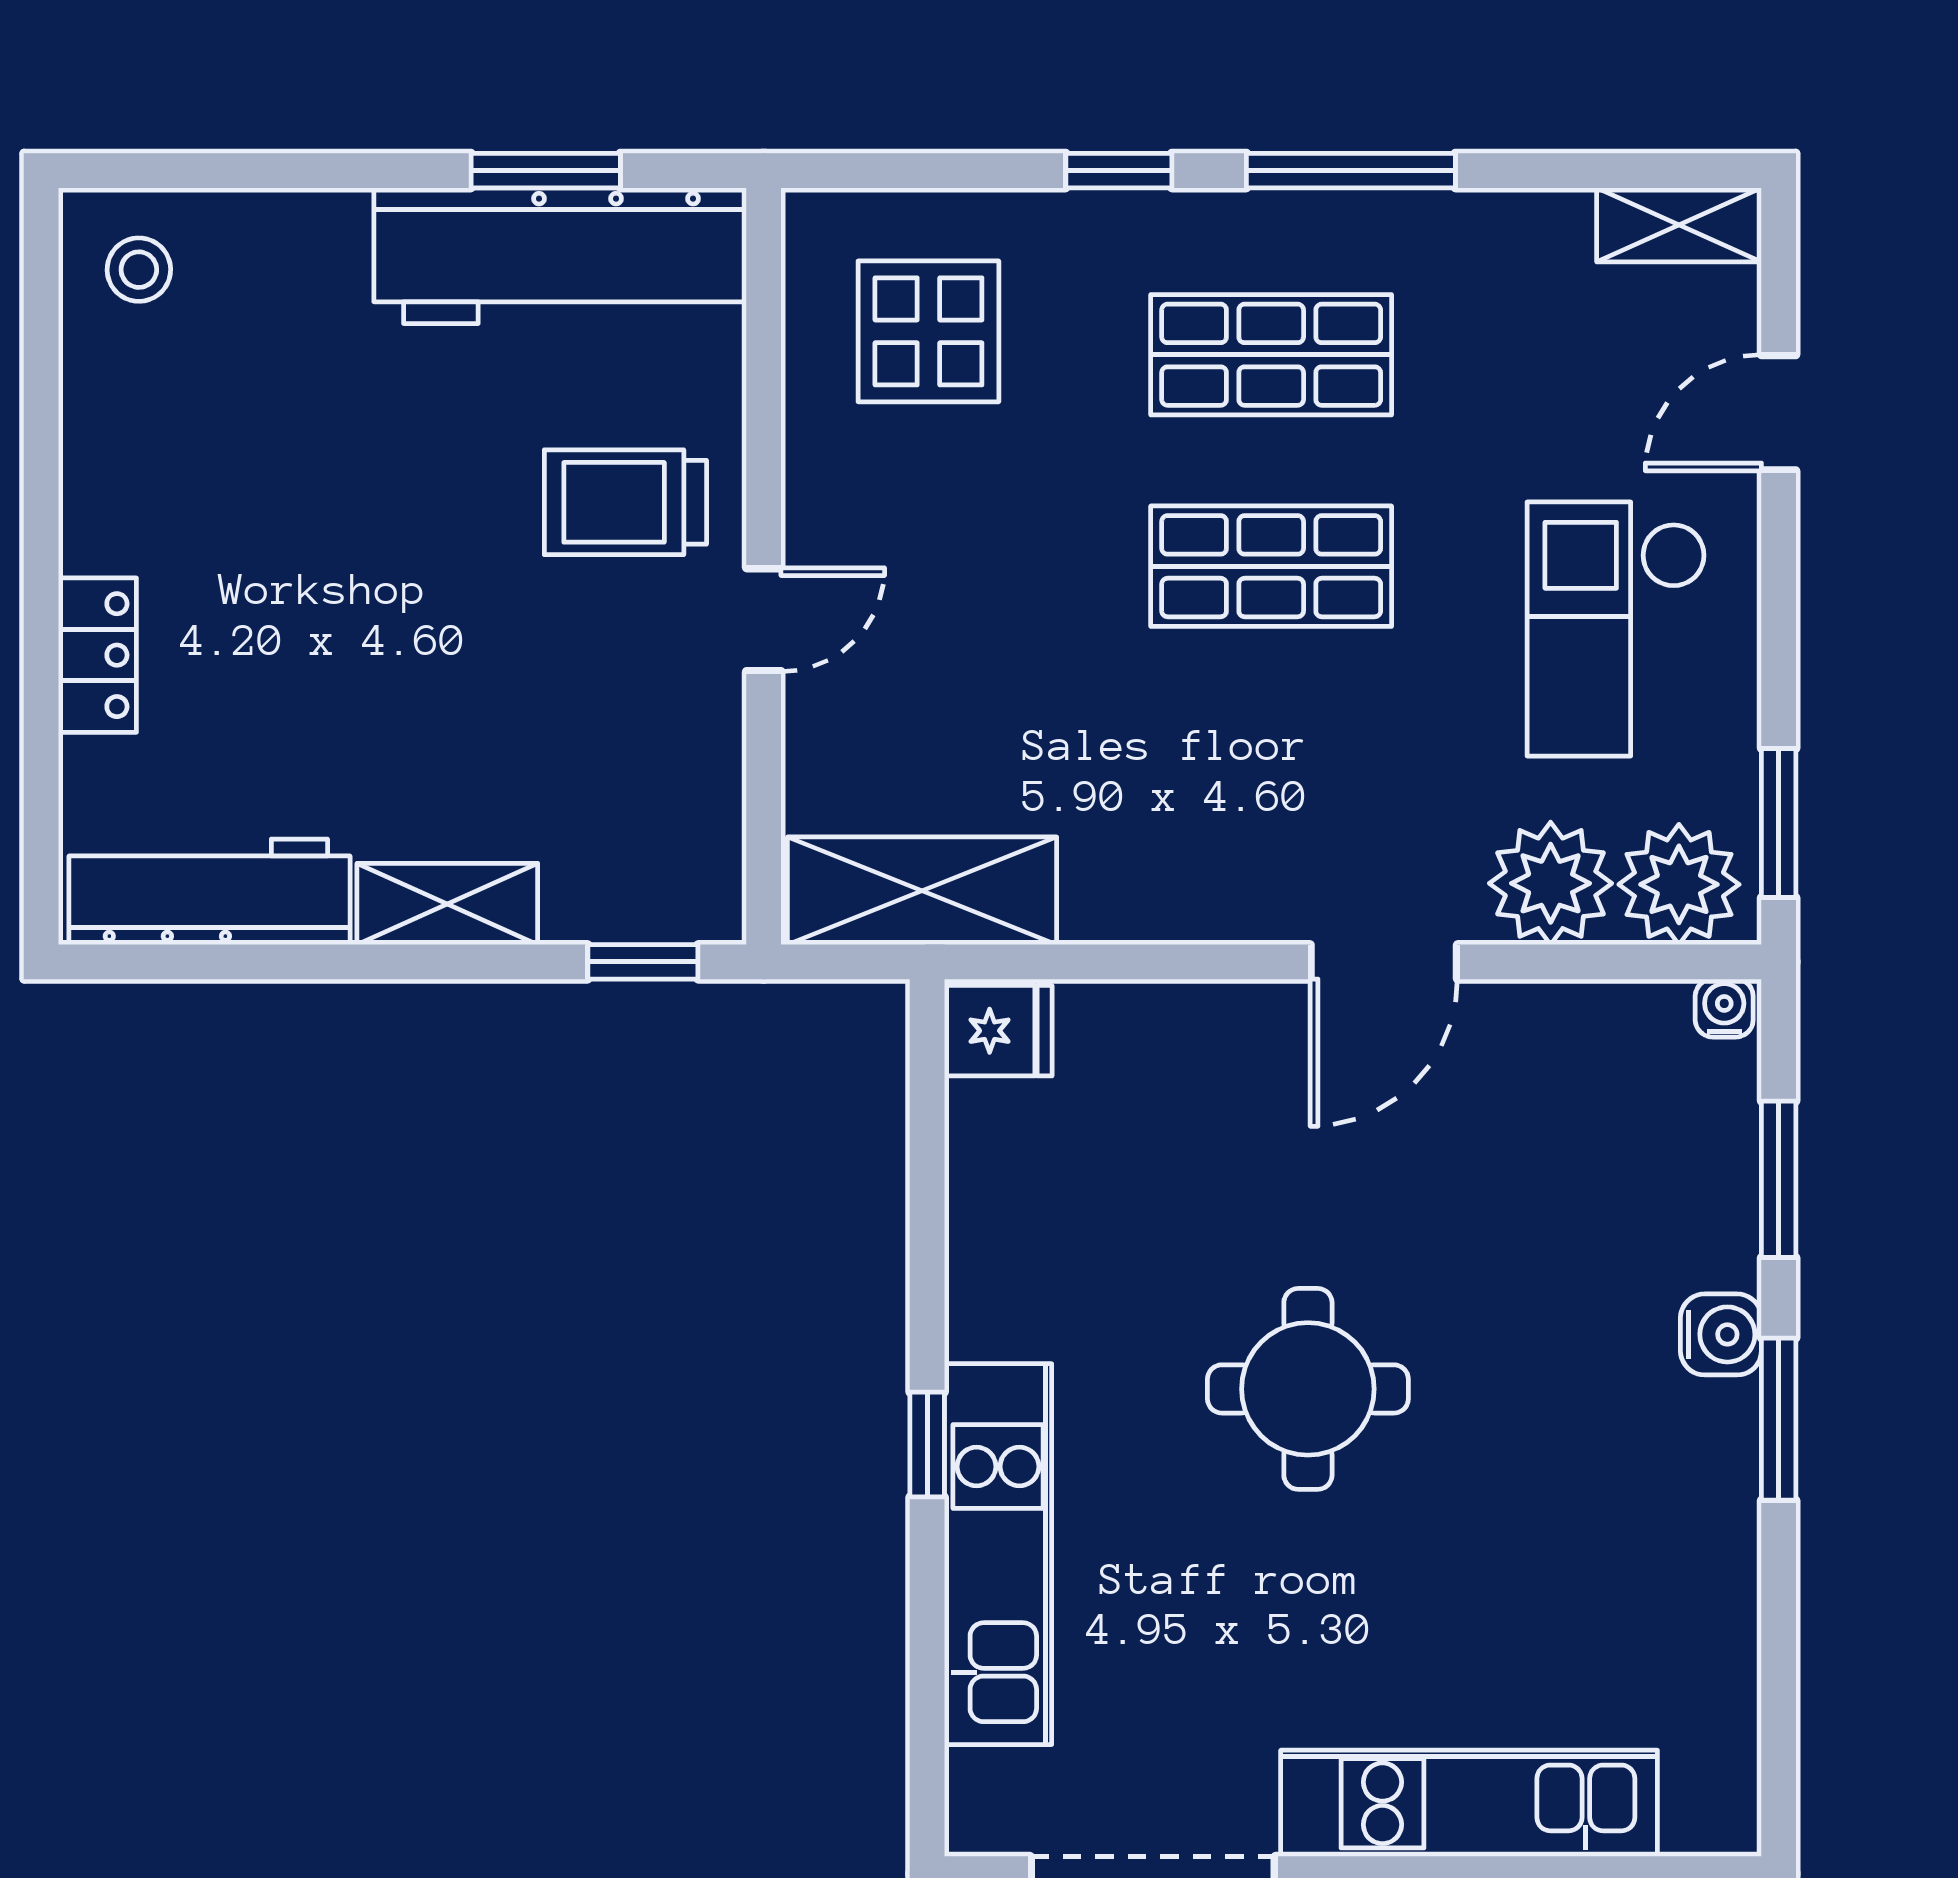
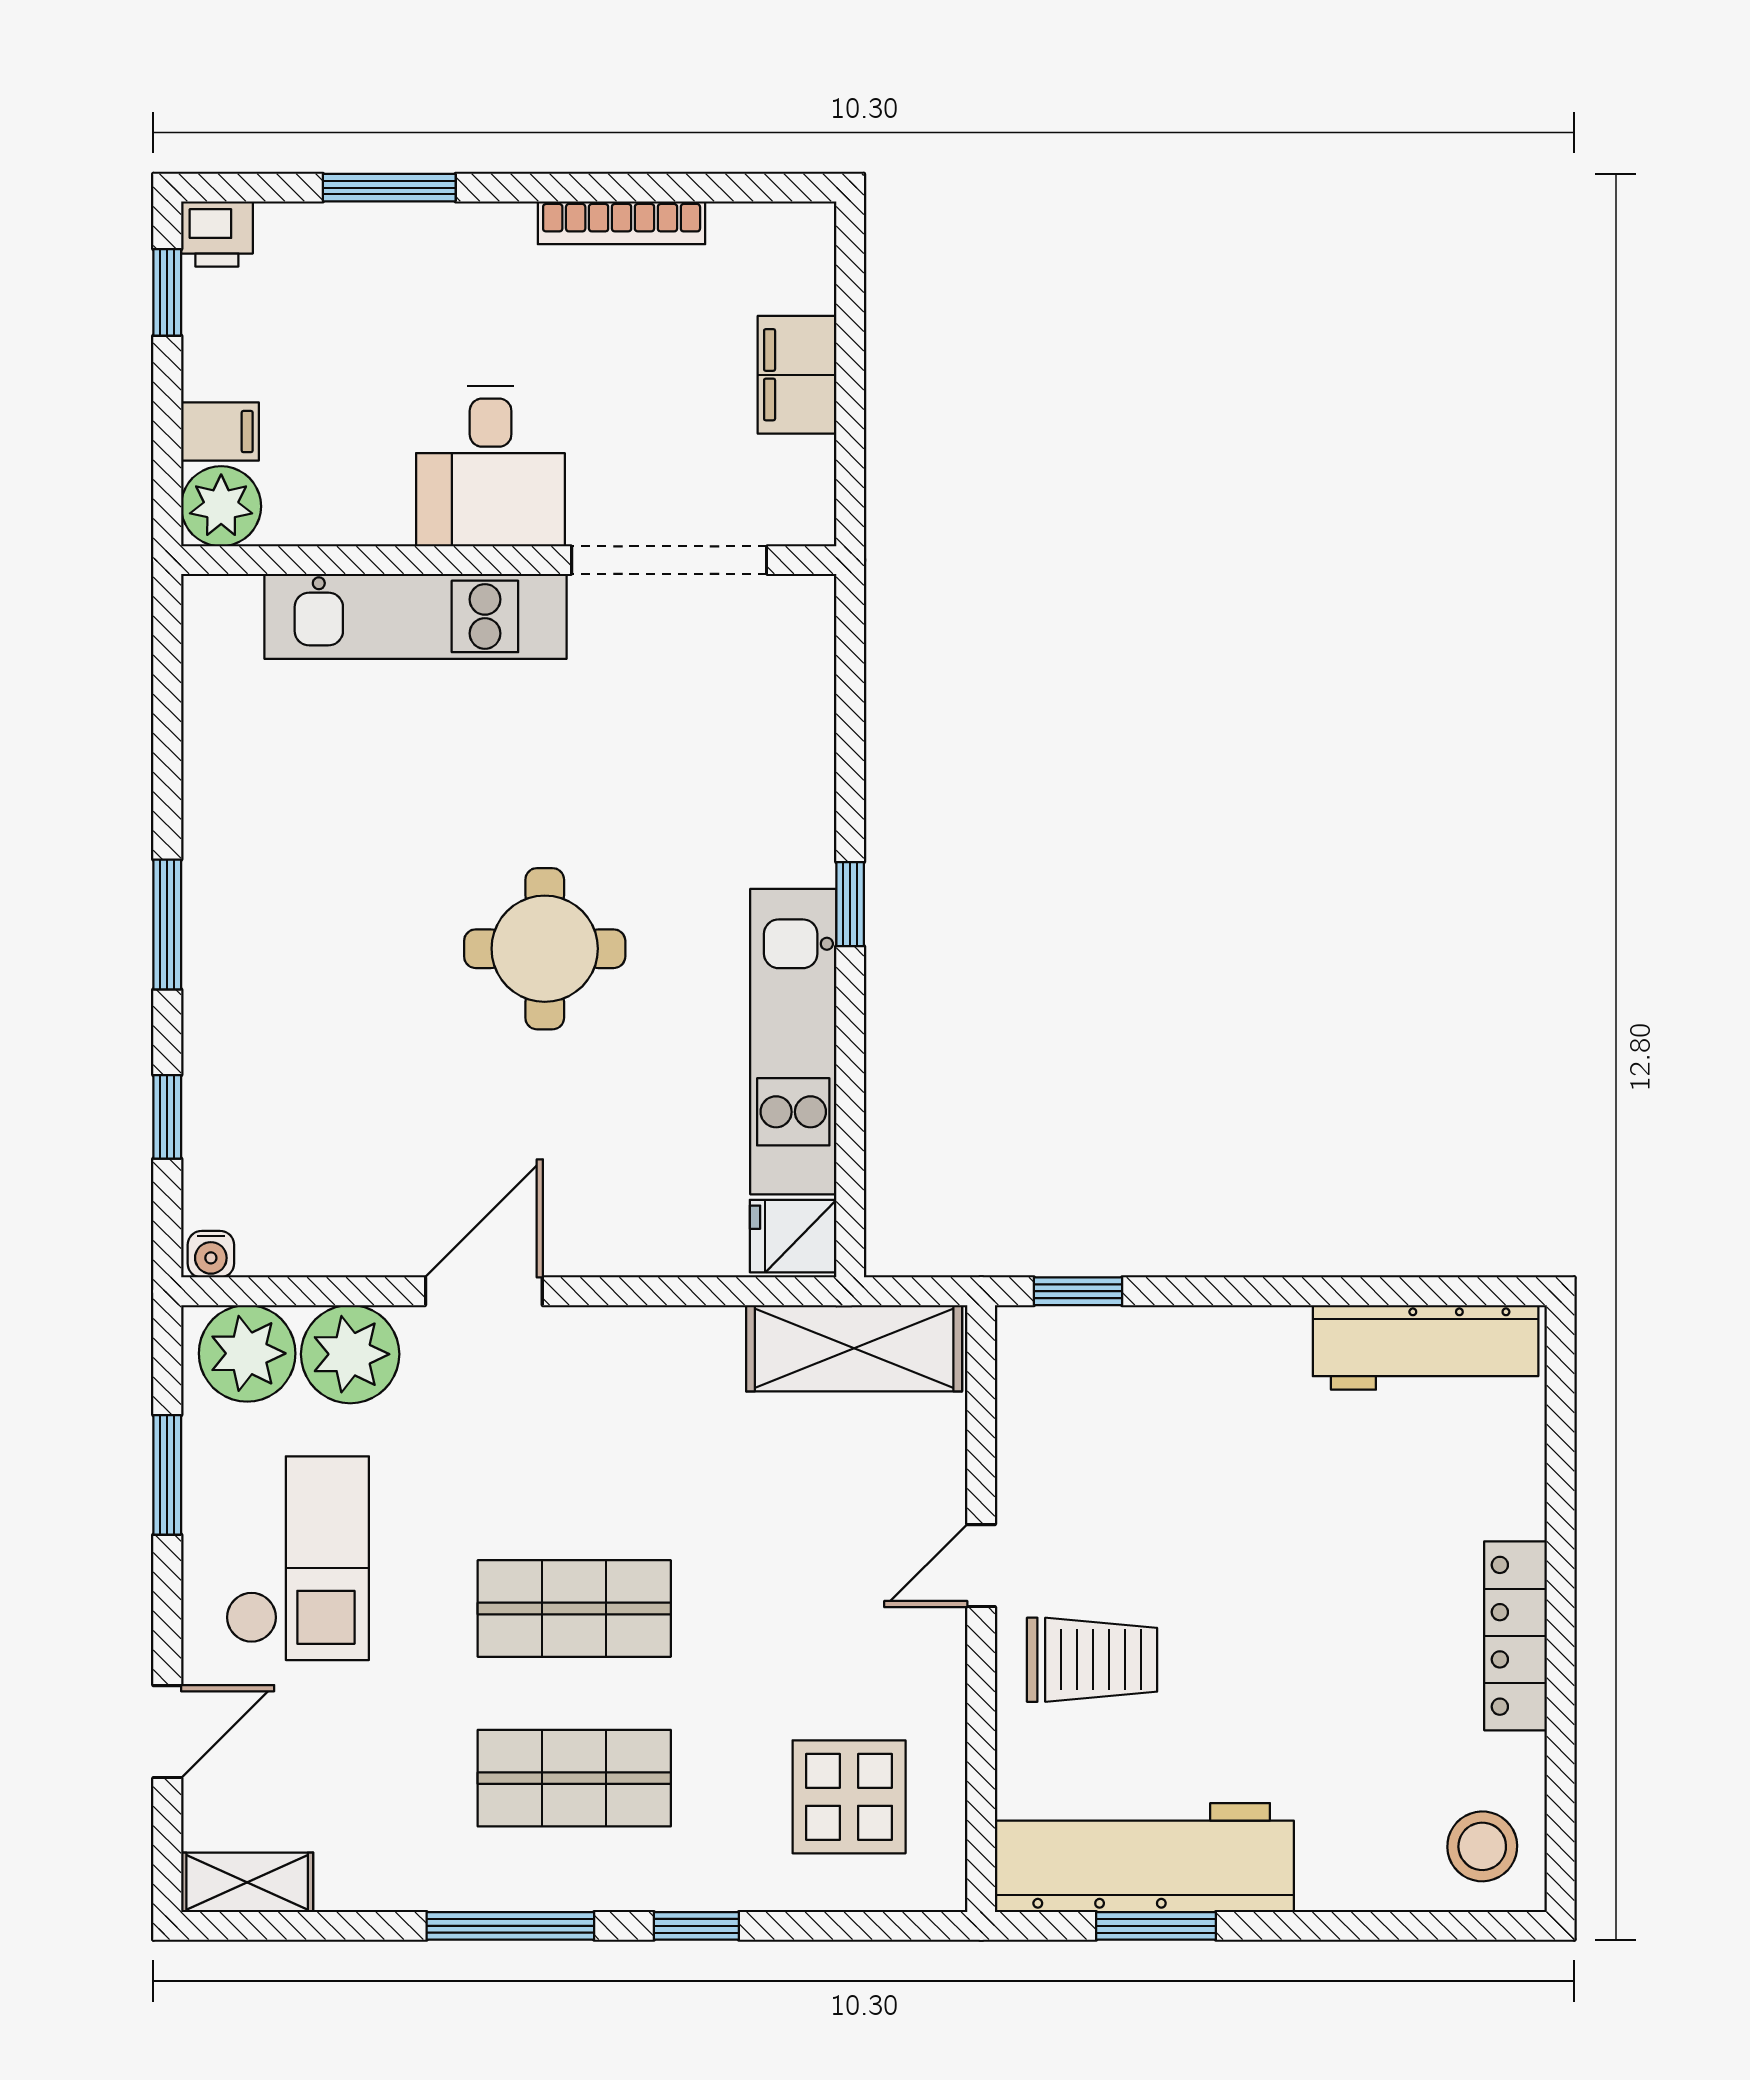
stool: (139, 270) -> (1482, 1846), width x1.37, depth x1.37
locker: (97, 655) -> (1515, 1636), moved, width x1.53
window: (1779, 823) -> (167, 1475), moved
shelving: (447, 904) -> (1235, 1338), removed
window: (1779, 1179) -> (167, 1117), width x0.67
water cooler: (1721, 1334) -> (214, 992), removed
kitchen unit: (998, 1554) -> (793, 1042), moved

